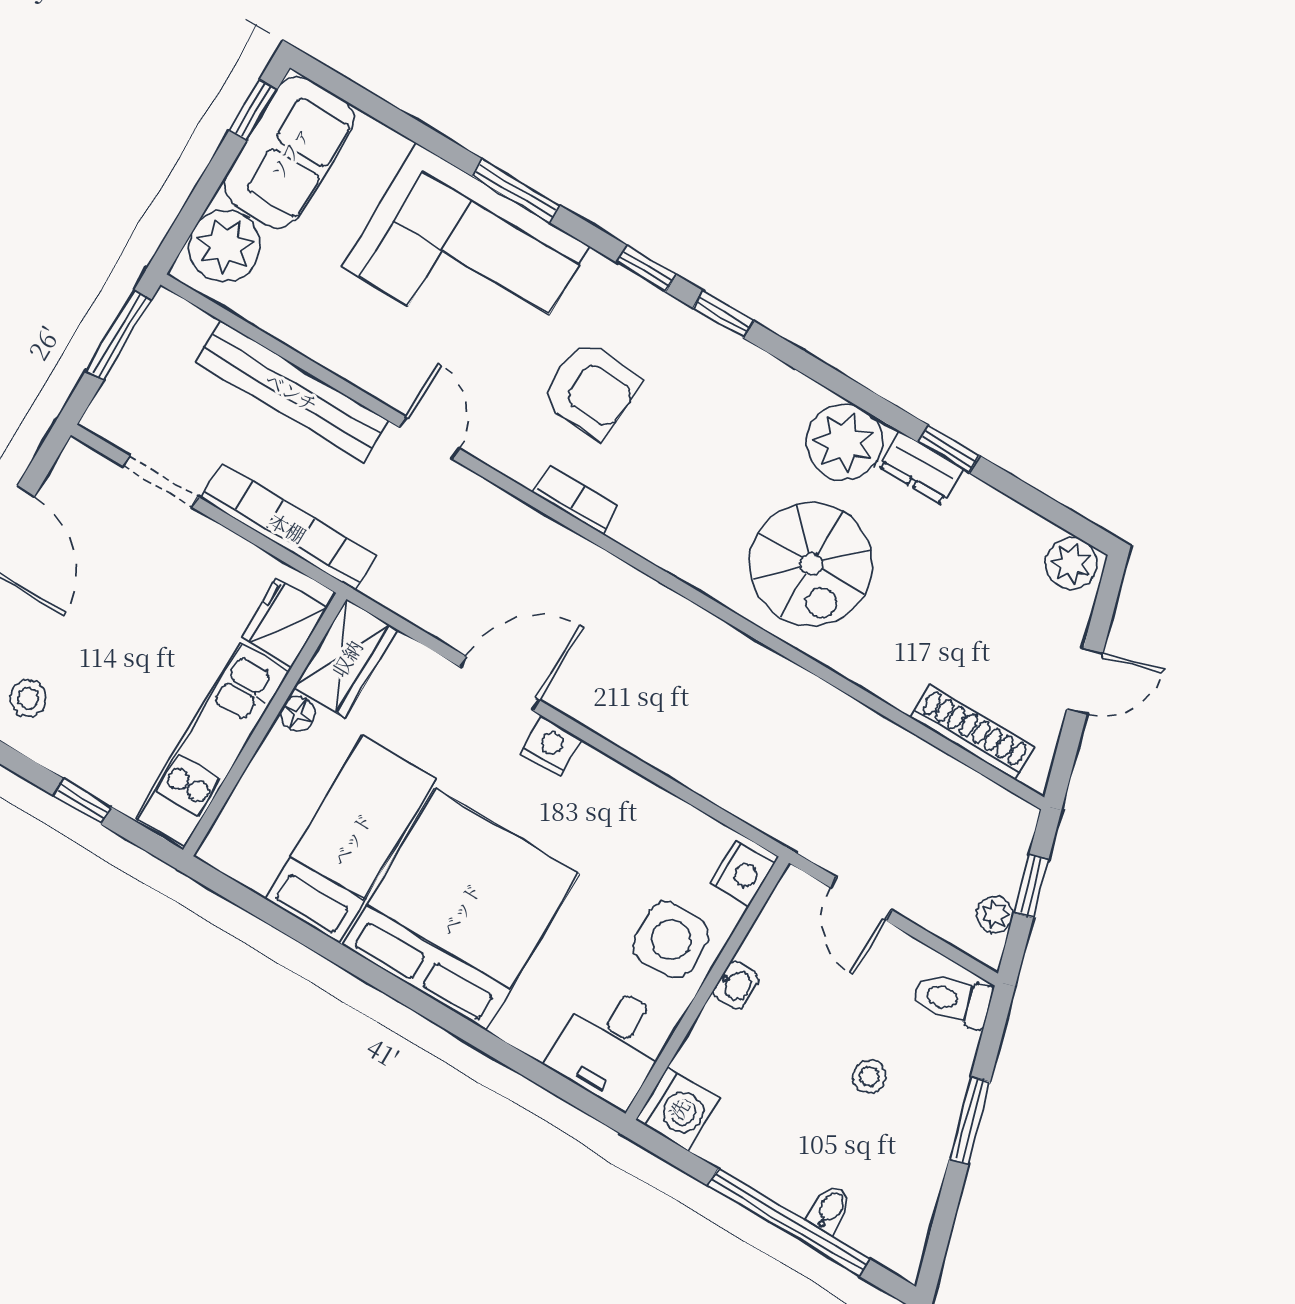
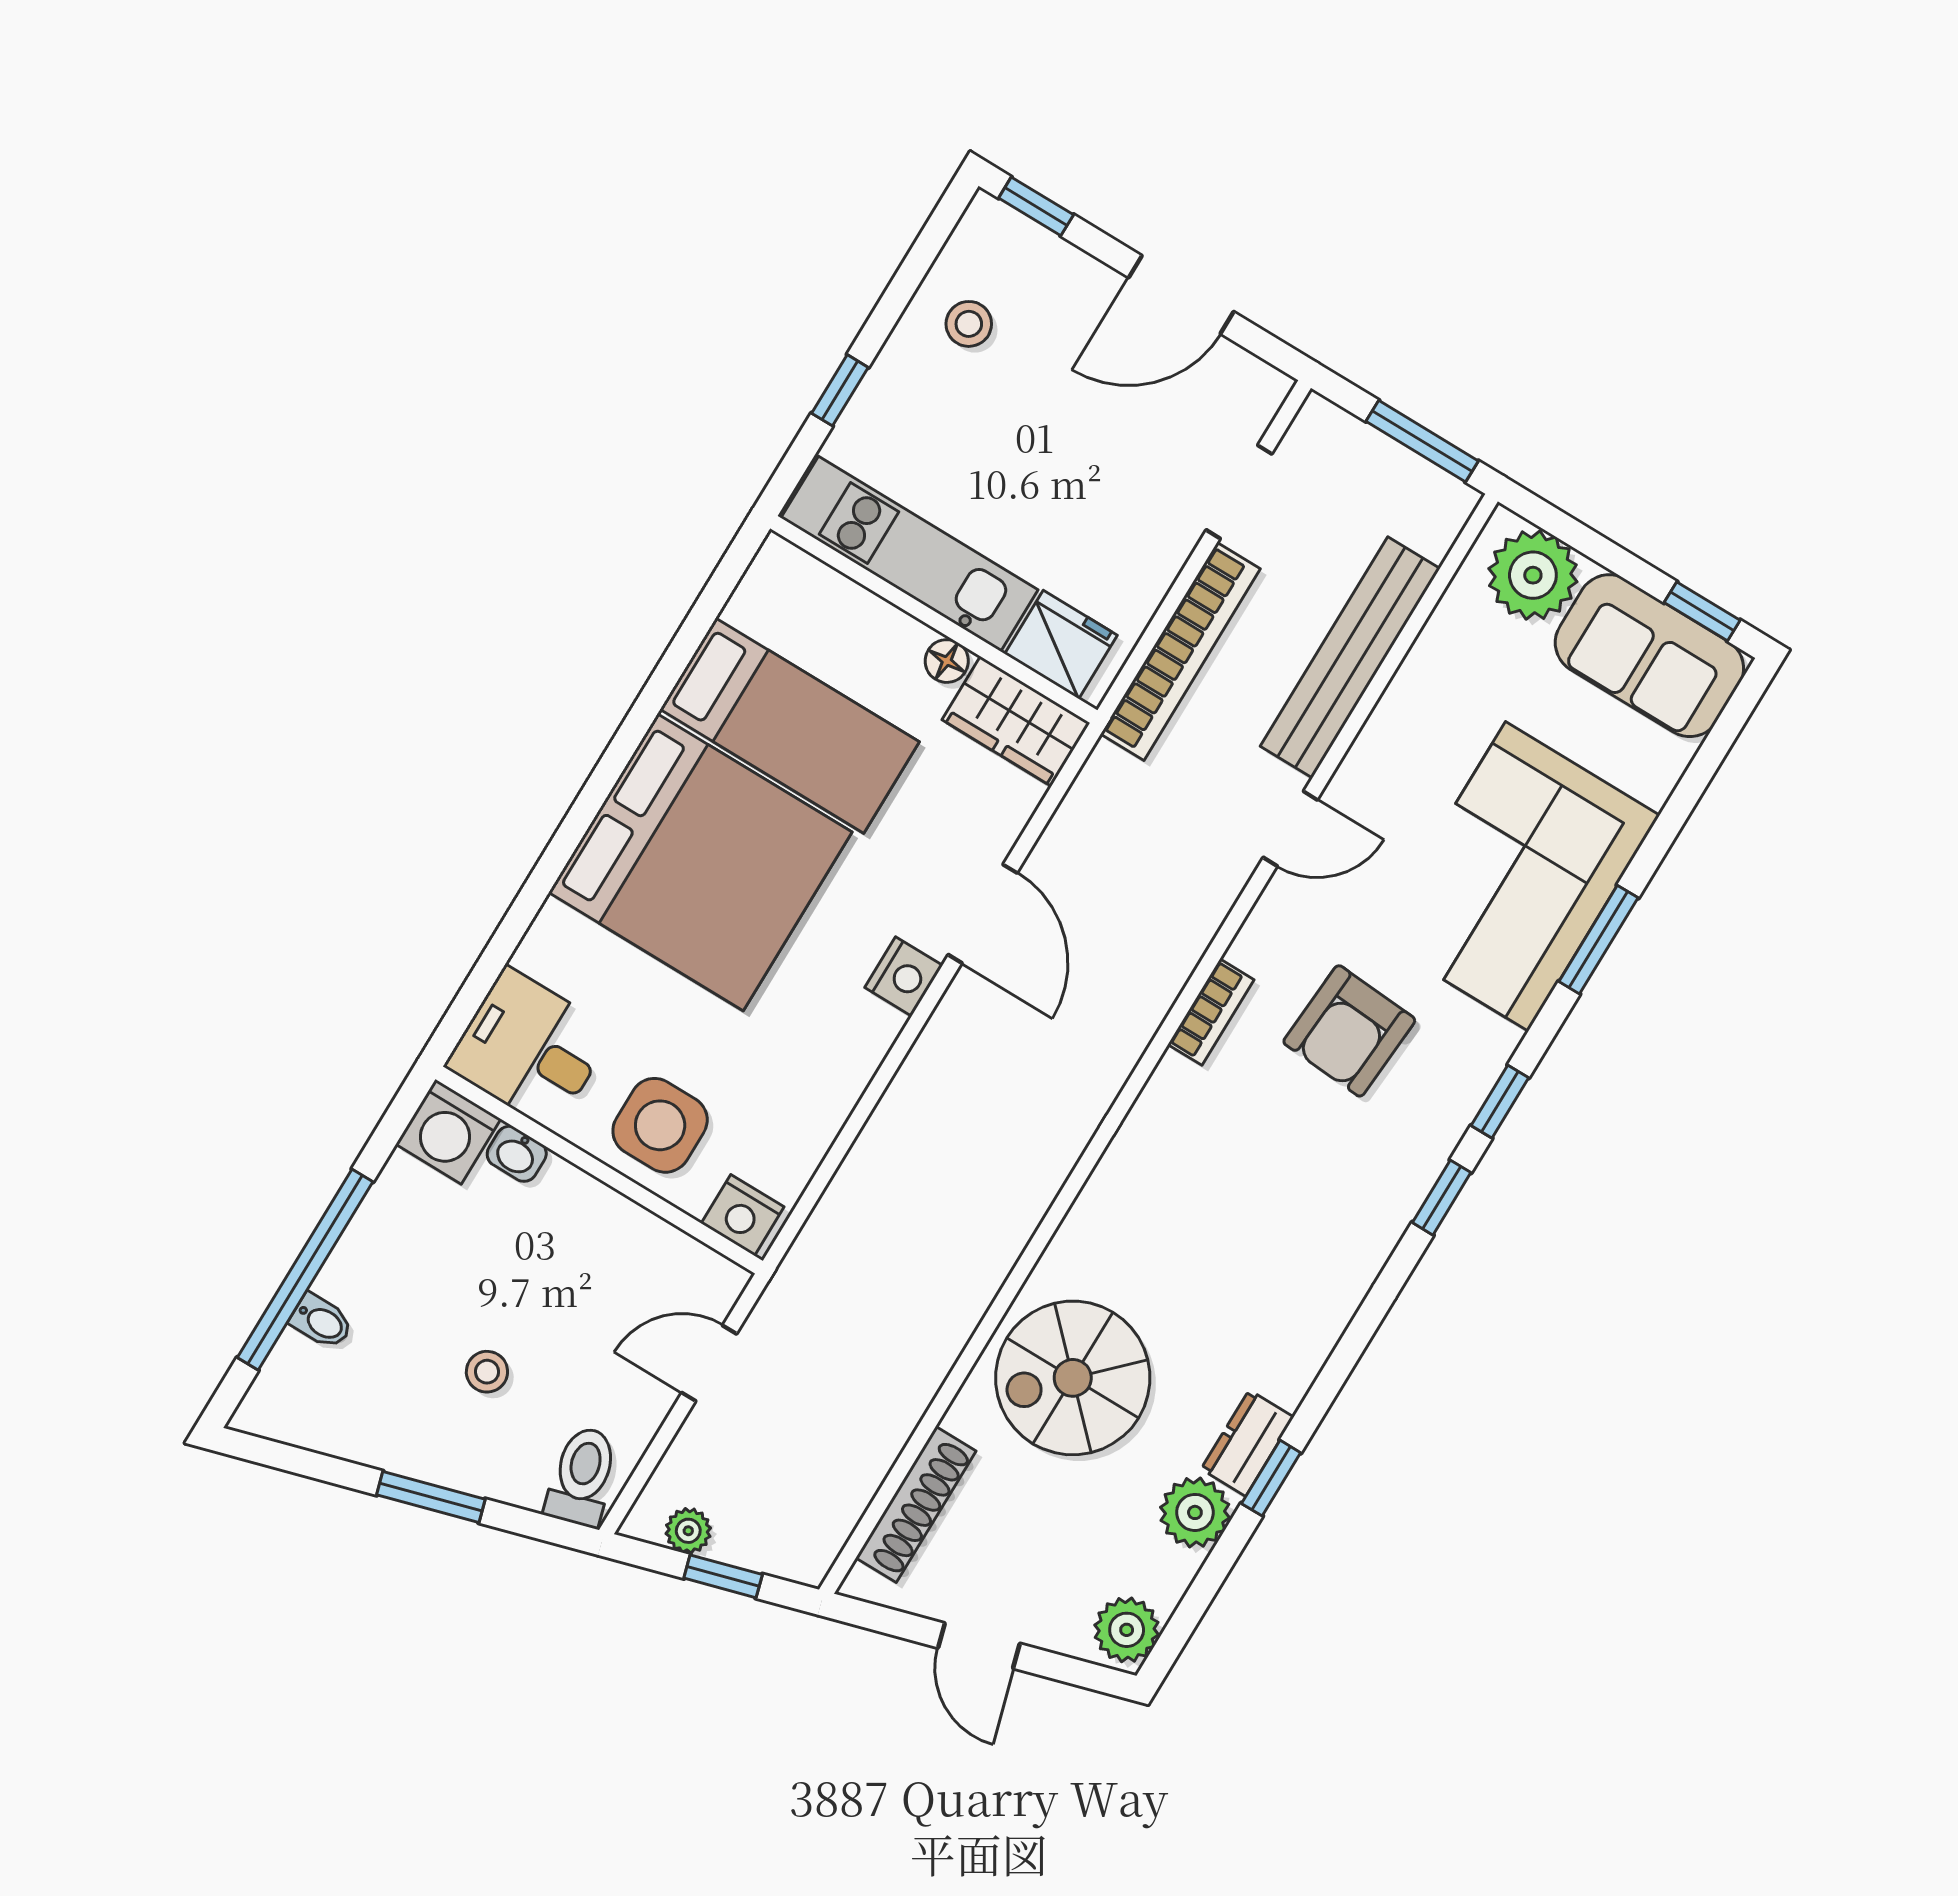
plant: (844, 442) -> (1195, 1512), moved, width x0.73, depth x0.73
spiral stairs: (811, 564) -> (1073, 1378), moved
washbasin: (736, 985) -> (517, 1154), moved

